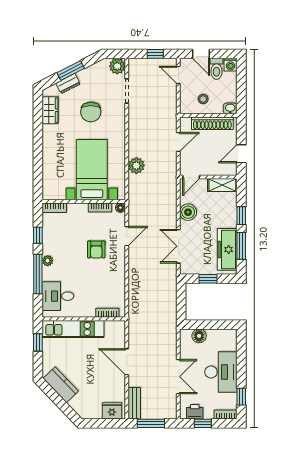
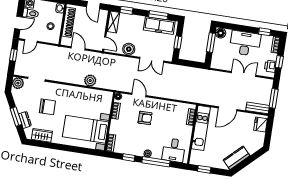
bed with nightstands: (92, 170) -> (86, 129), moved
window: (241, 216) -> (127, 10), moved
window: (215, 325) -> (211, 43), added
kitchen unit: (73, 329) -> (201, 128), moved
floor lamp: (199, 336) -> (221, 33), moved

